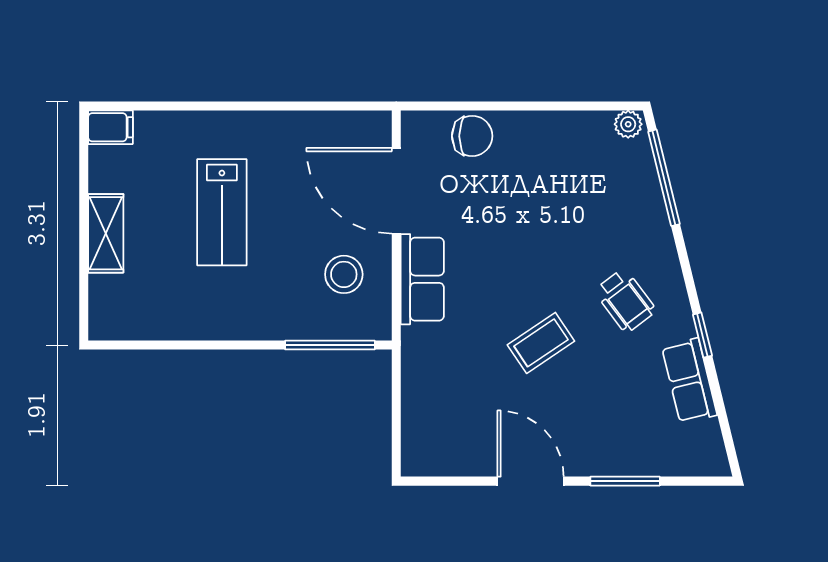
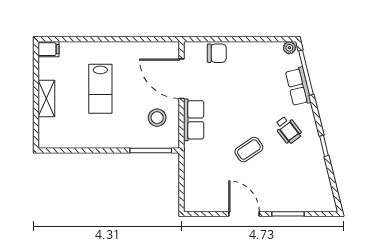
row of seats: (689, 381) -> (298, 87), moved

